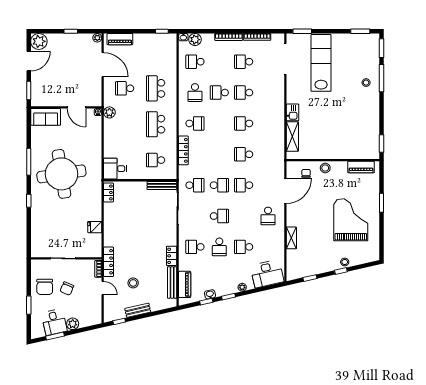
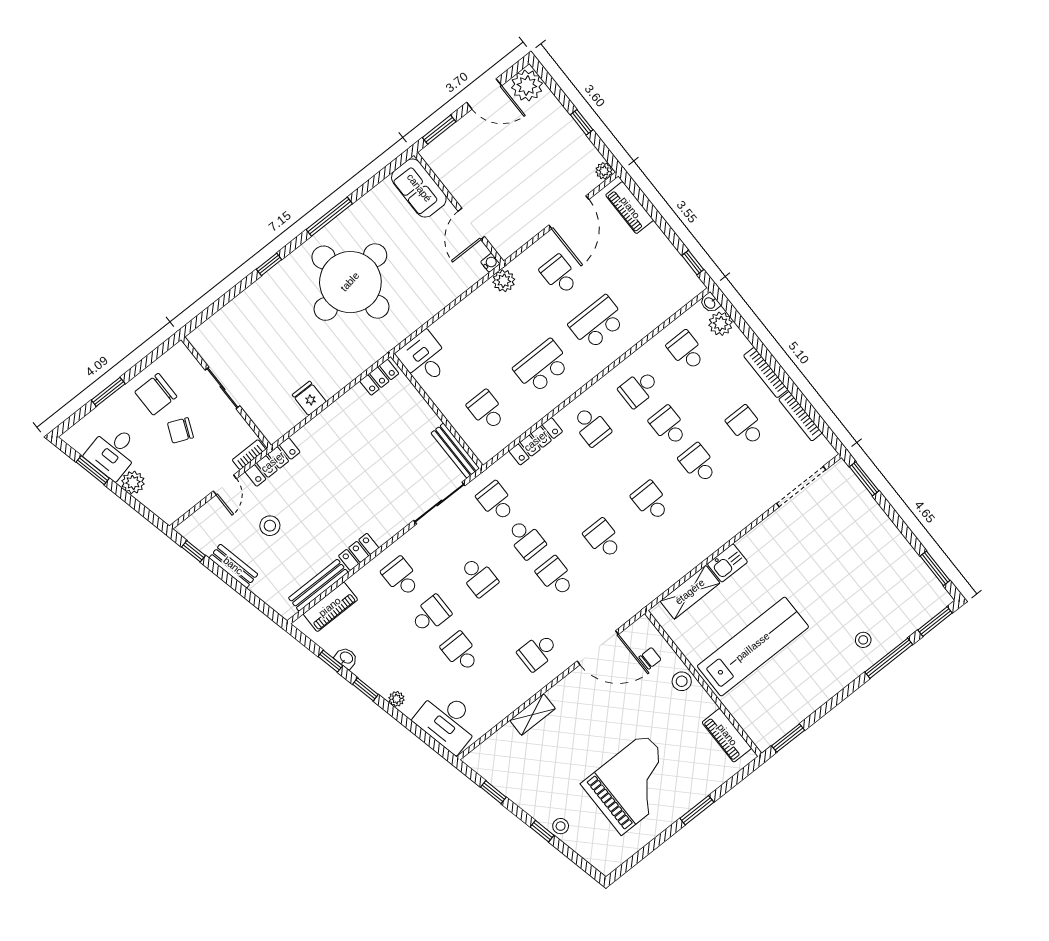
lab bench: (321, 63) -> (753, 647), moved
school desk: (195, 185) -> (496, 502), turned 180
school desk: (219, 247) -> (431, 614), turned 180

